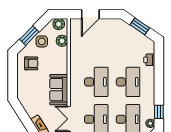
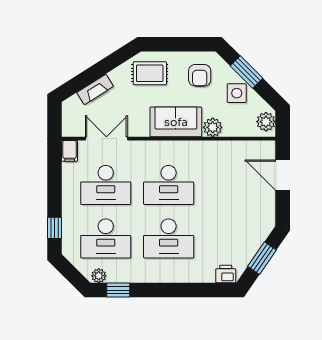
plant: (62, 41) -> (213, 127), moved
printer: (149, 60) -> (226, 274), moved
sofa: (59, 90) -> (176, 122), moved
rug: (30, 93) -> (150, 73), added

